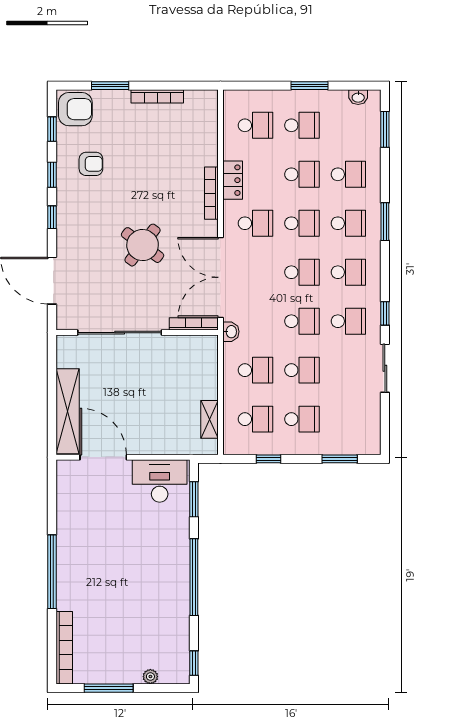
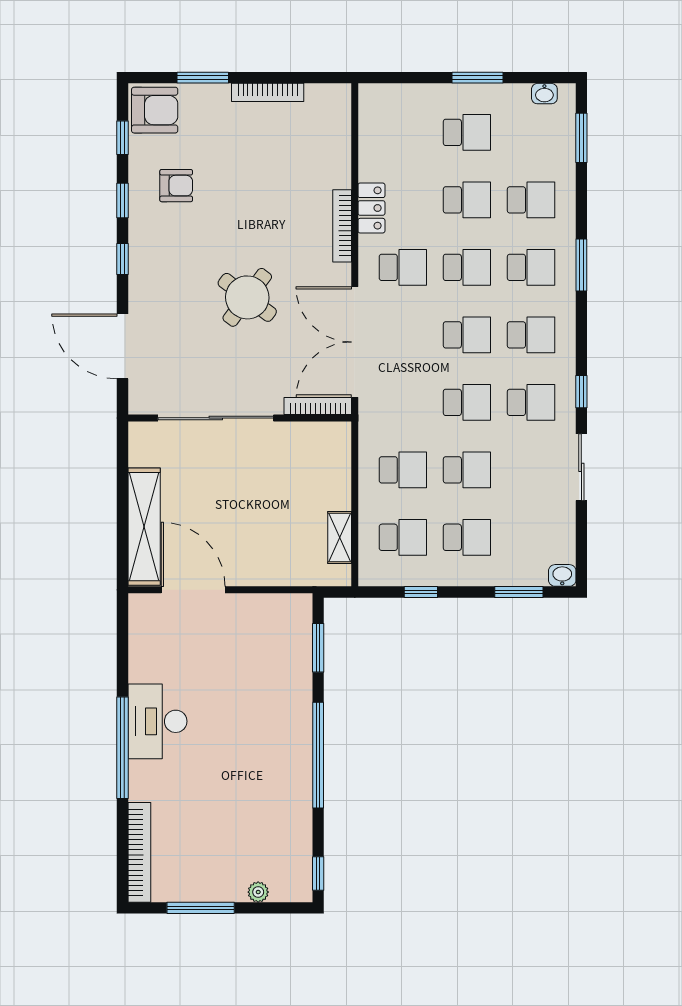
school desk: (255, 125) -> (403, 132), removed
washbasin: (231, 332) -> (562, 575), moved, turned -90
desk: (160, 481) -> (157, 721), moved, turned -90

